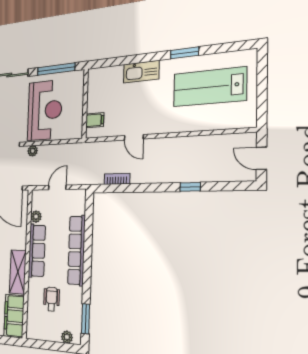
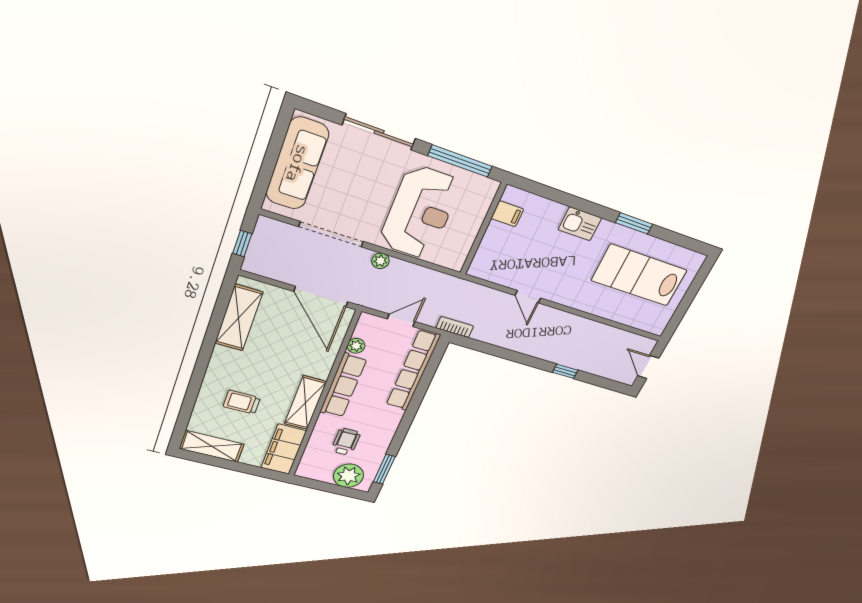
kitchen sink: (141, 72) -> (580, 224), width x0.73
filing cabinet: (95, 120) -> (507, 214), moved
bookcase: (117, 179) -> (455, 327), moved
row of seats: (76, 250) -> (413, 370), moved
plant: (67, 337) -> (348, 476), width x1.88, depth x1.88

